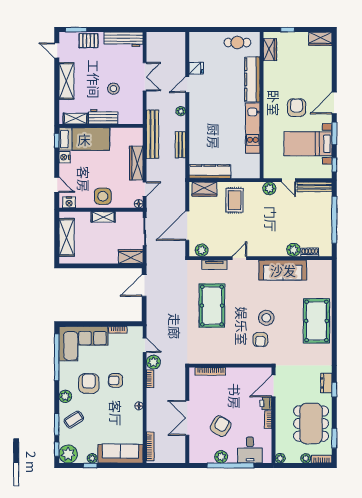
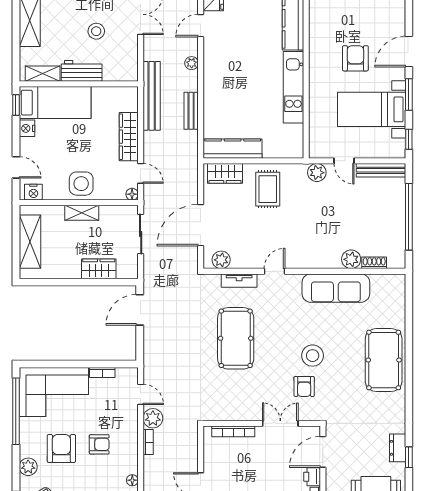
door: (145, 189) -> (141, 173), hinge flipped
wardrobe: (131, 256) -> (99, 269), moved
double door: (243, 366) -> (280, 423), added
armchair: (116, 380) -> (99, 444), turned 180

